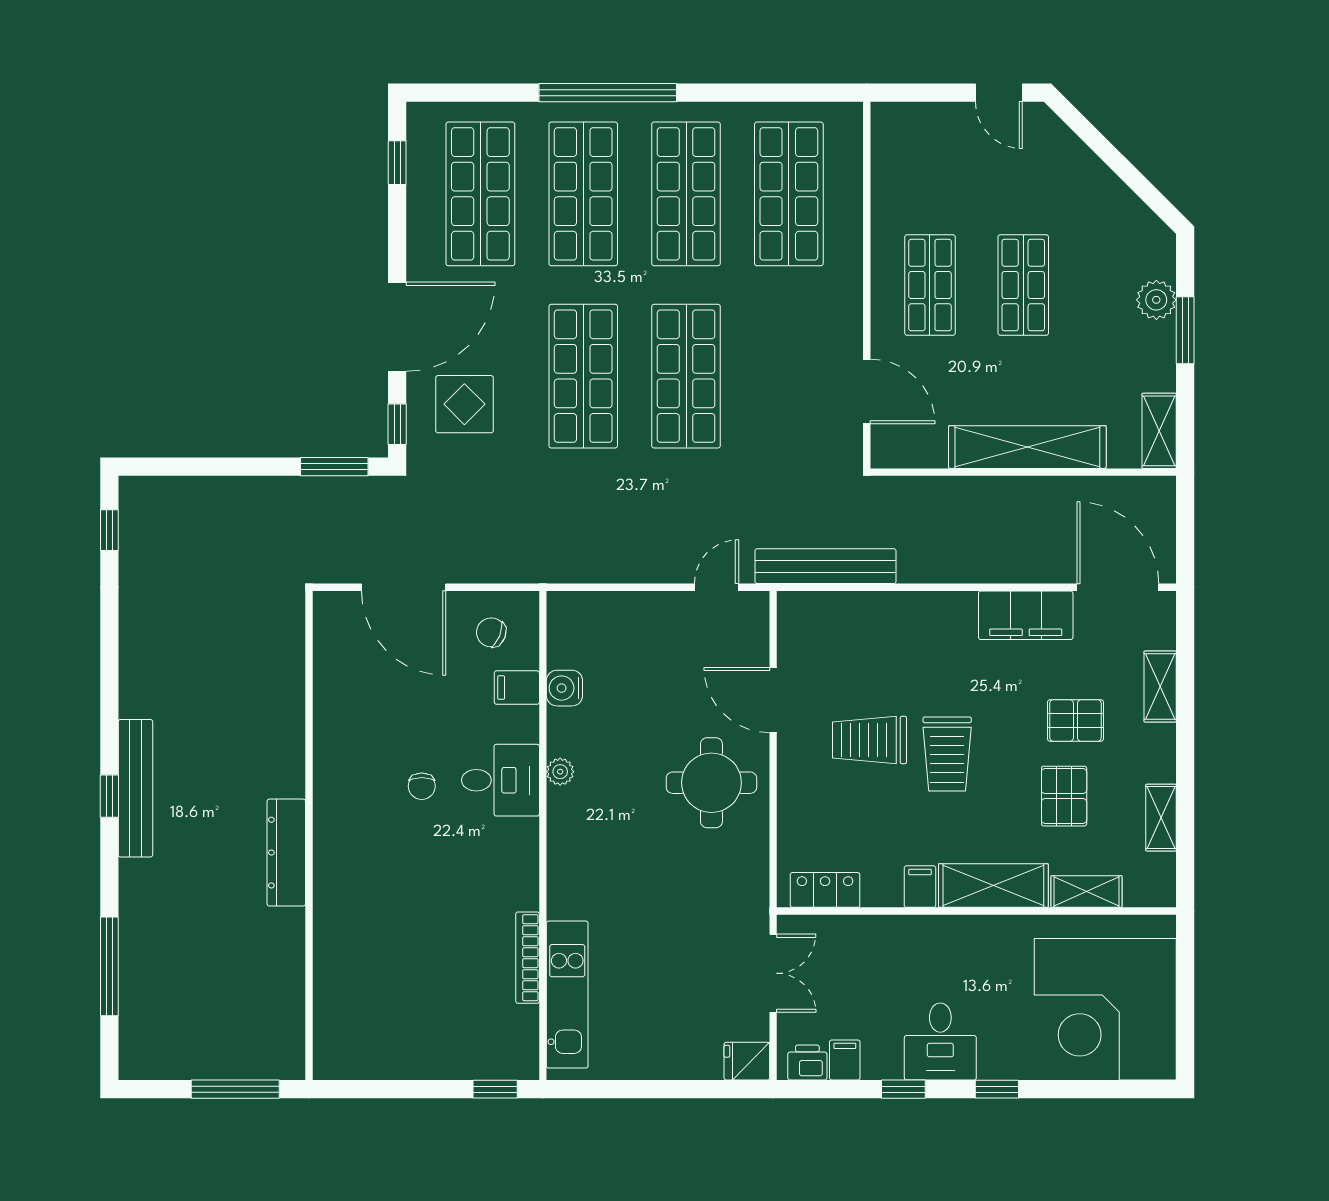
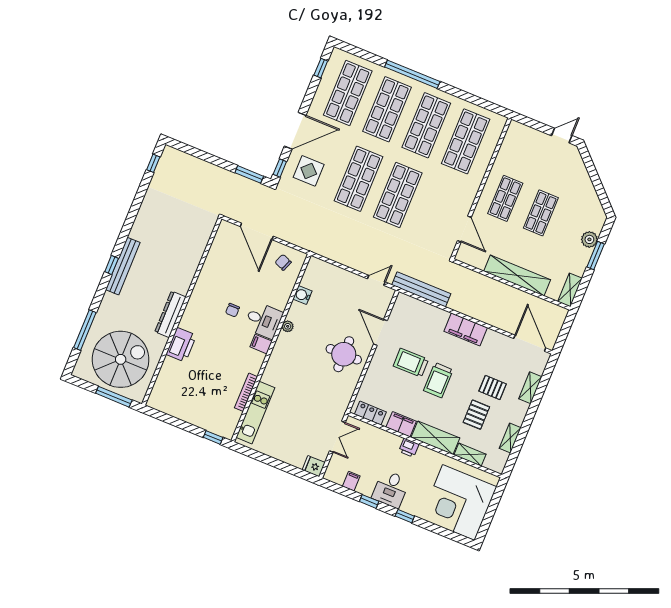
door: (999, 93) -> (562, 136), swing flipped
filing cabinet: (1026, 615) -> (466, 329), moved
filing cabinet: (517, 688) -> (261, 344), moved
filing cabinet: (920, 887) -> (401, 424), width x2.00
printer: (338, 911) -> (181, 345), added
spiral stairs: (216, 999) -> (121, 359), added
printer: (807, 1063) -> (409, 448), moved, turned 180

